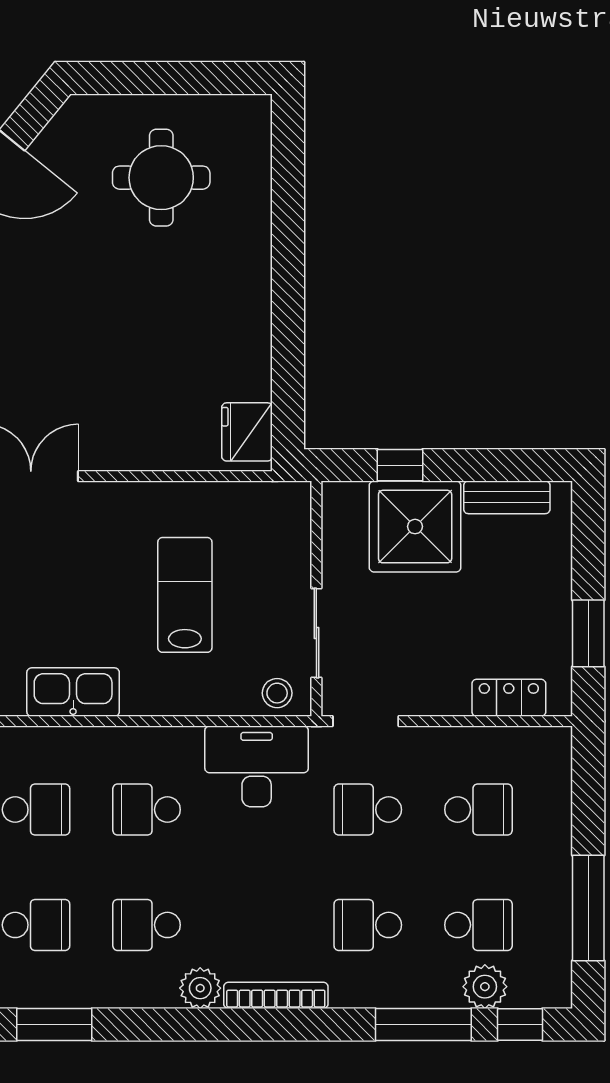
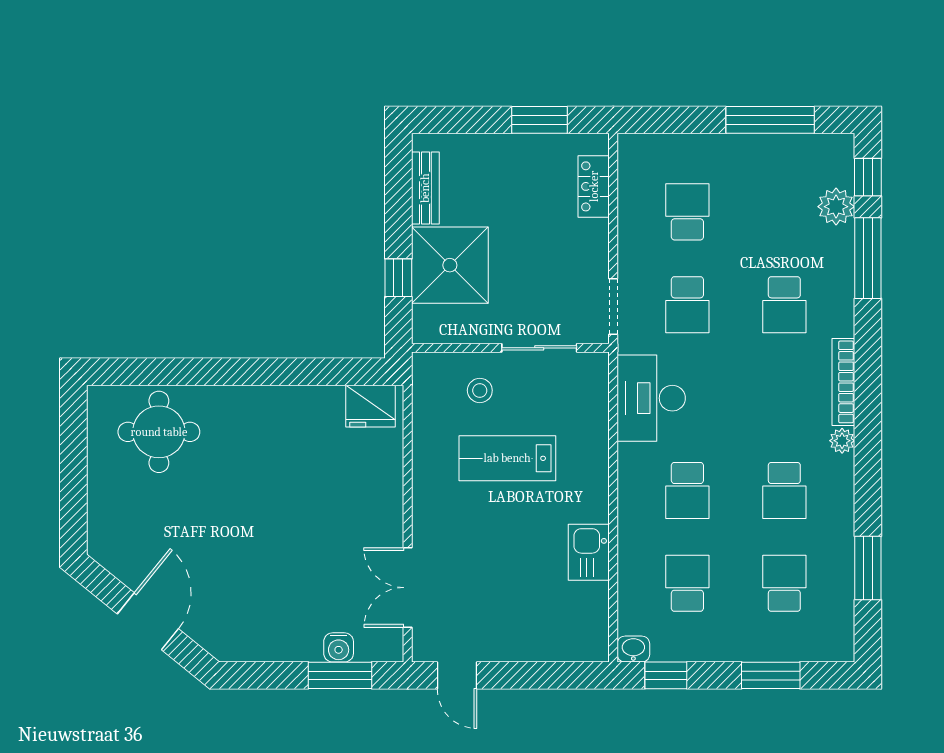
round table: (161, 178) -> (159, 432), moved
kitchen sink: (73, 692) -> (589, 552), width x0.73
stool: (277, 693) -> (480, 390), moved
school desk: (478, 925) -> (784, 212), removed
plant: (200, 988) -> (842, 441), width x0.73, depth x0.73

